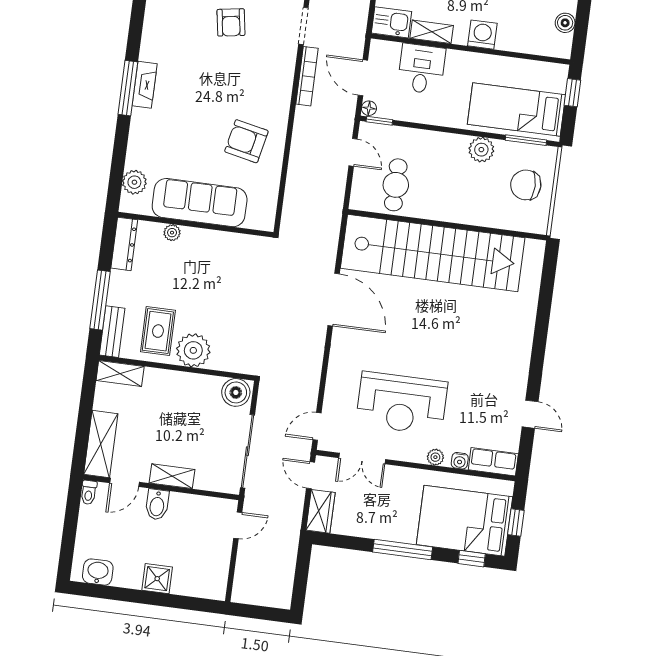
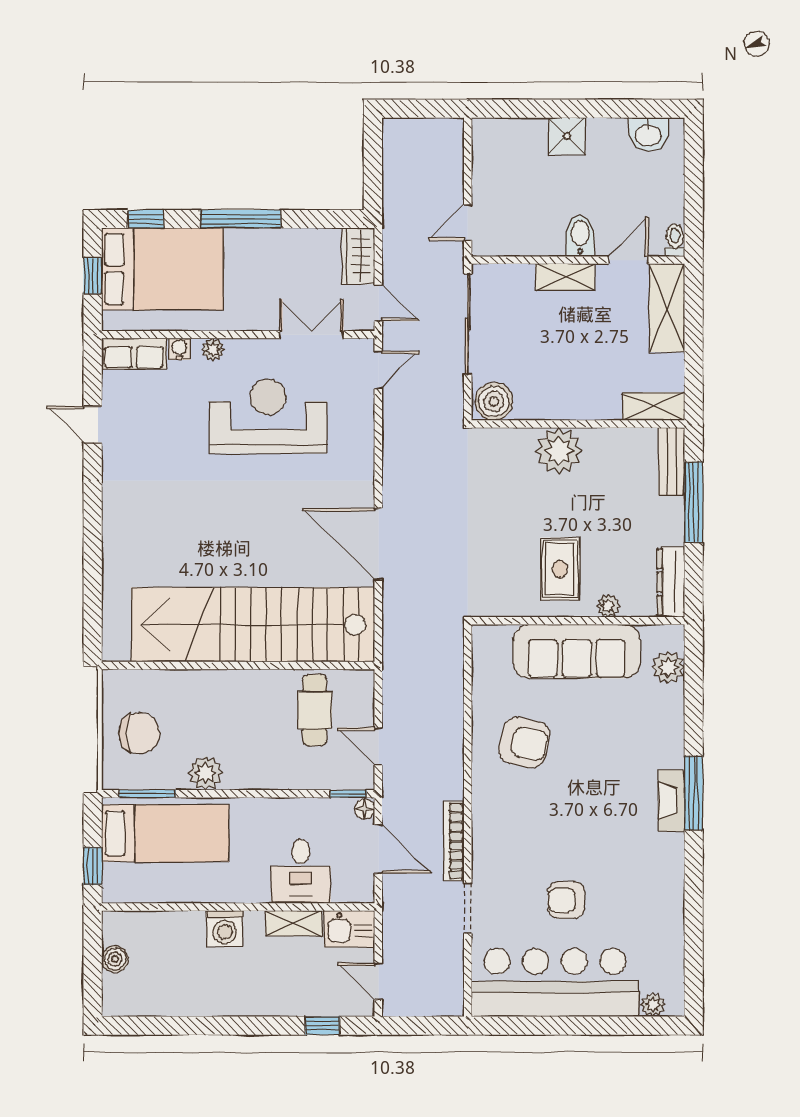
armchair: (231, 22) -> (566, 900), turned -81
rug: (158, 331) -> (560, 569), moved

